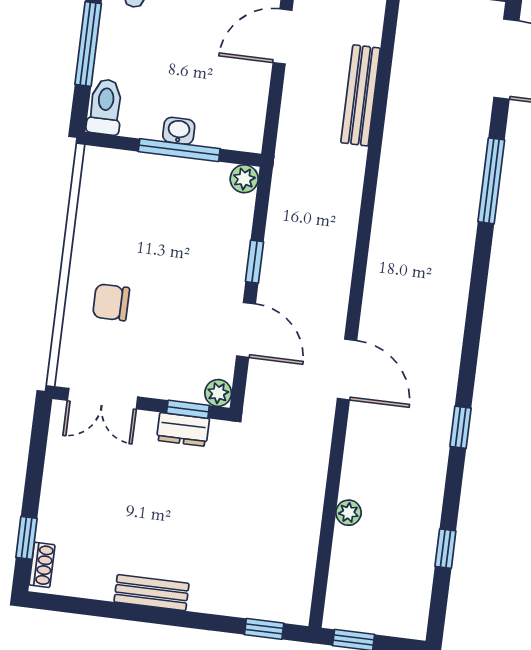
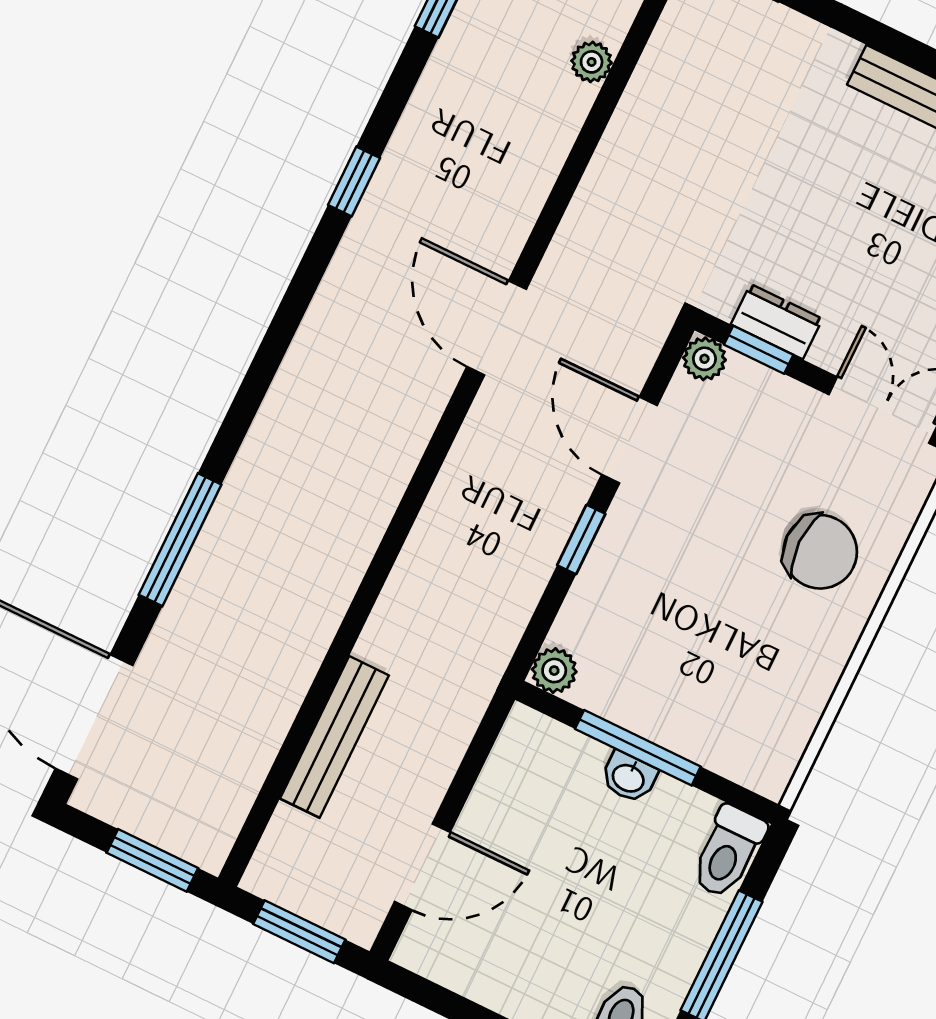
chair: (111, 302) -> (820, 552), width x1.37, depth x1.37
plant: (348, 513) -> (592, 62), moved

